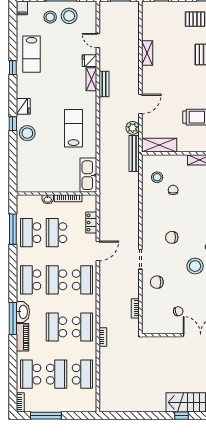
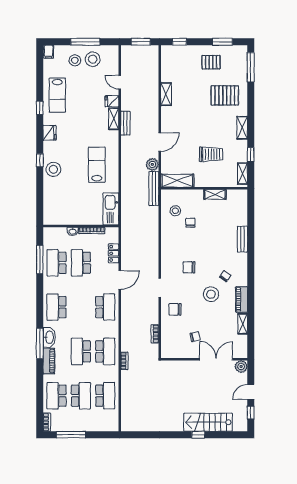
fridge: (23, 106) -> (50, 133), moved
school desk: (57, 280) -> (81, 307), removed

